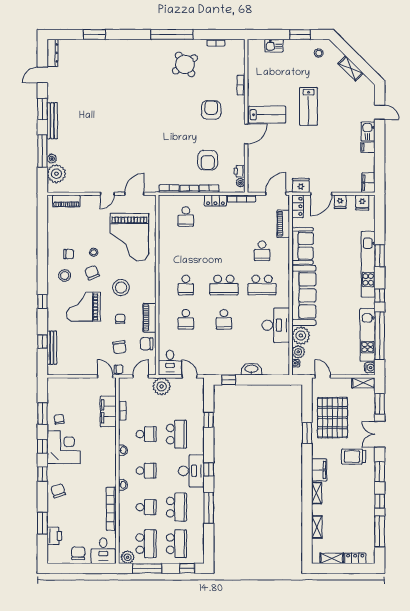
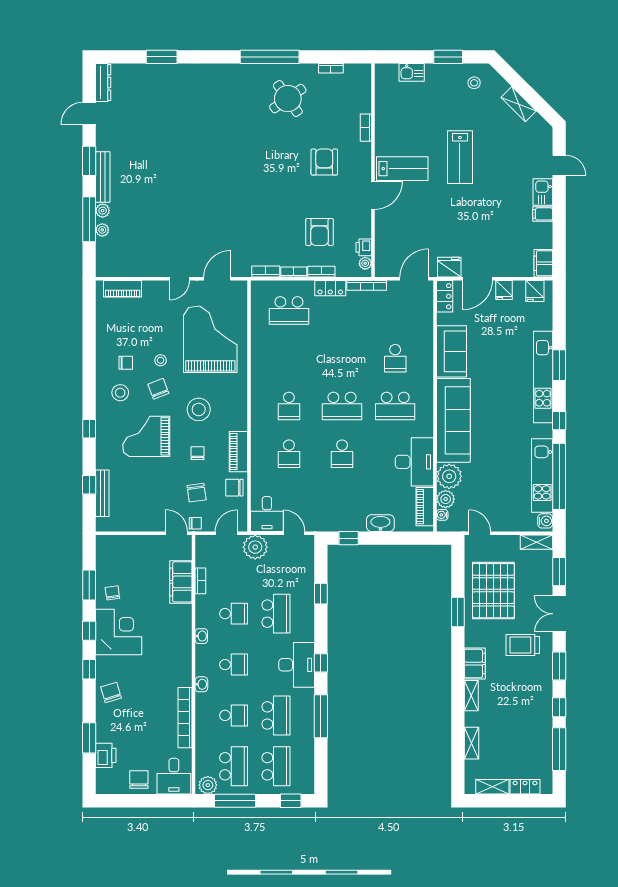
plant: (56, 174) -> (103, 211), moved, width x0.53, depth x0.53
school desk: (186, 217) -> (289, 311), width x1.85
piano: (283, 224) -> (425, 507), moved
grand piano: (129, 237) -> (210, 339), turned 180

